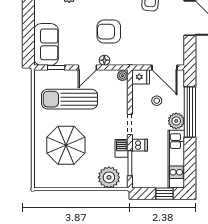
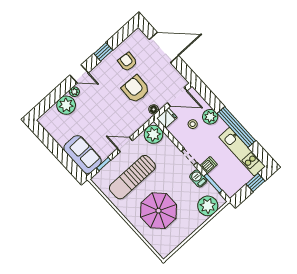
armchair: (109, 32) -> (136, 89), moved, turned 92
floor lamp: (104, 60) -> (154, 109), moved
door: (87, 67) -> (125, 145), swing flipped
plant: (122, 76) -> (153, 134), width x1.88, depth x1.88
window: (190, 112) -> (236, 127), moved
plant: (176, 121) -> (210, 117), moved

